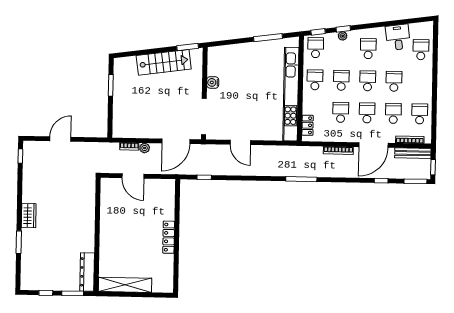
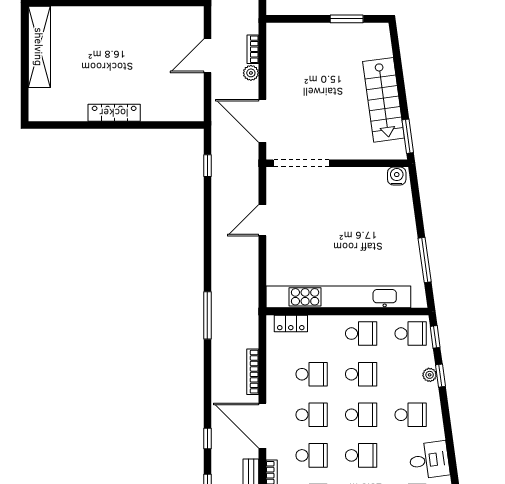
water cooler: (213, 82) -> (397, 176), moved

